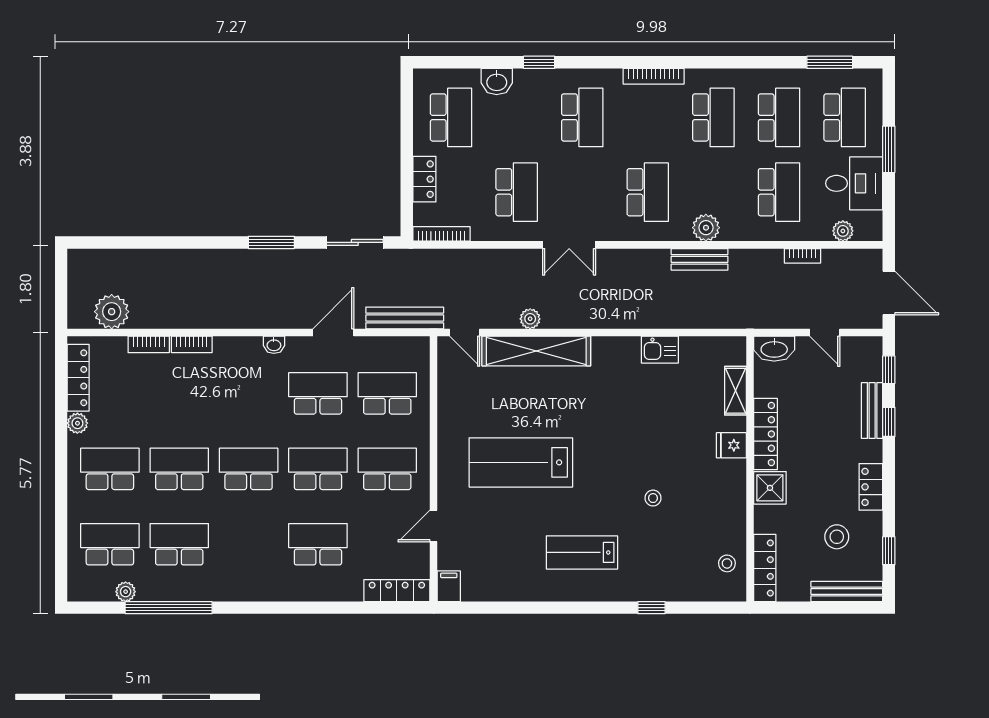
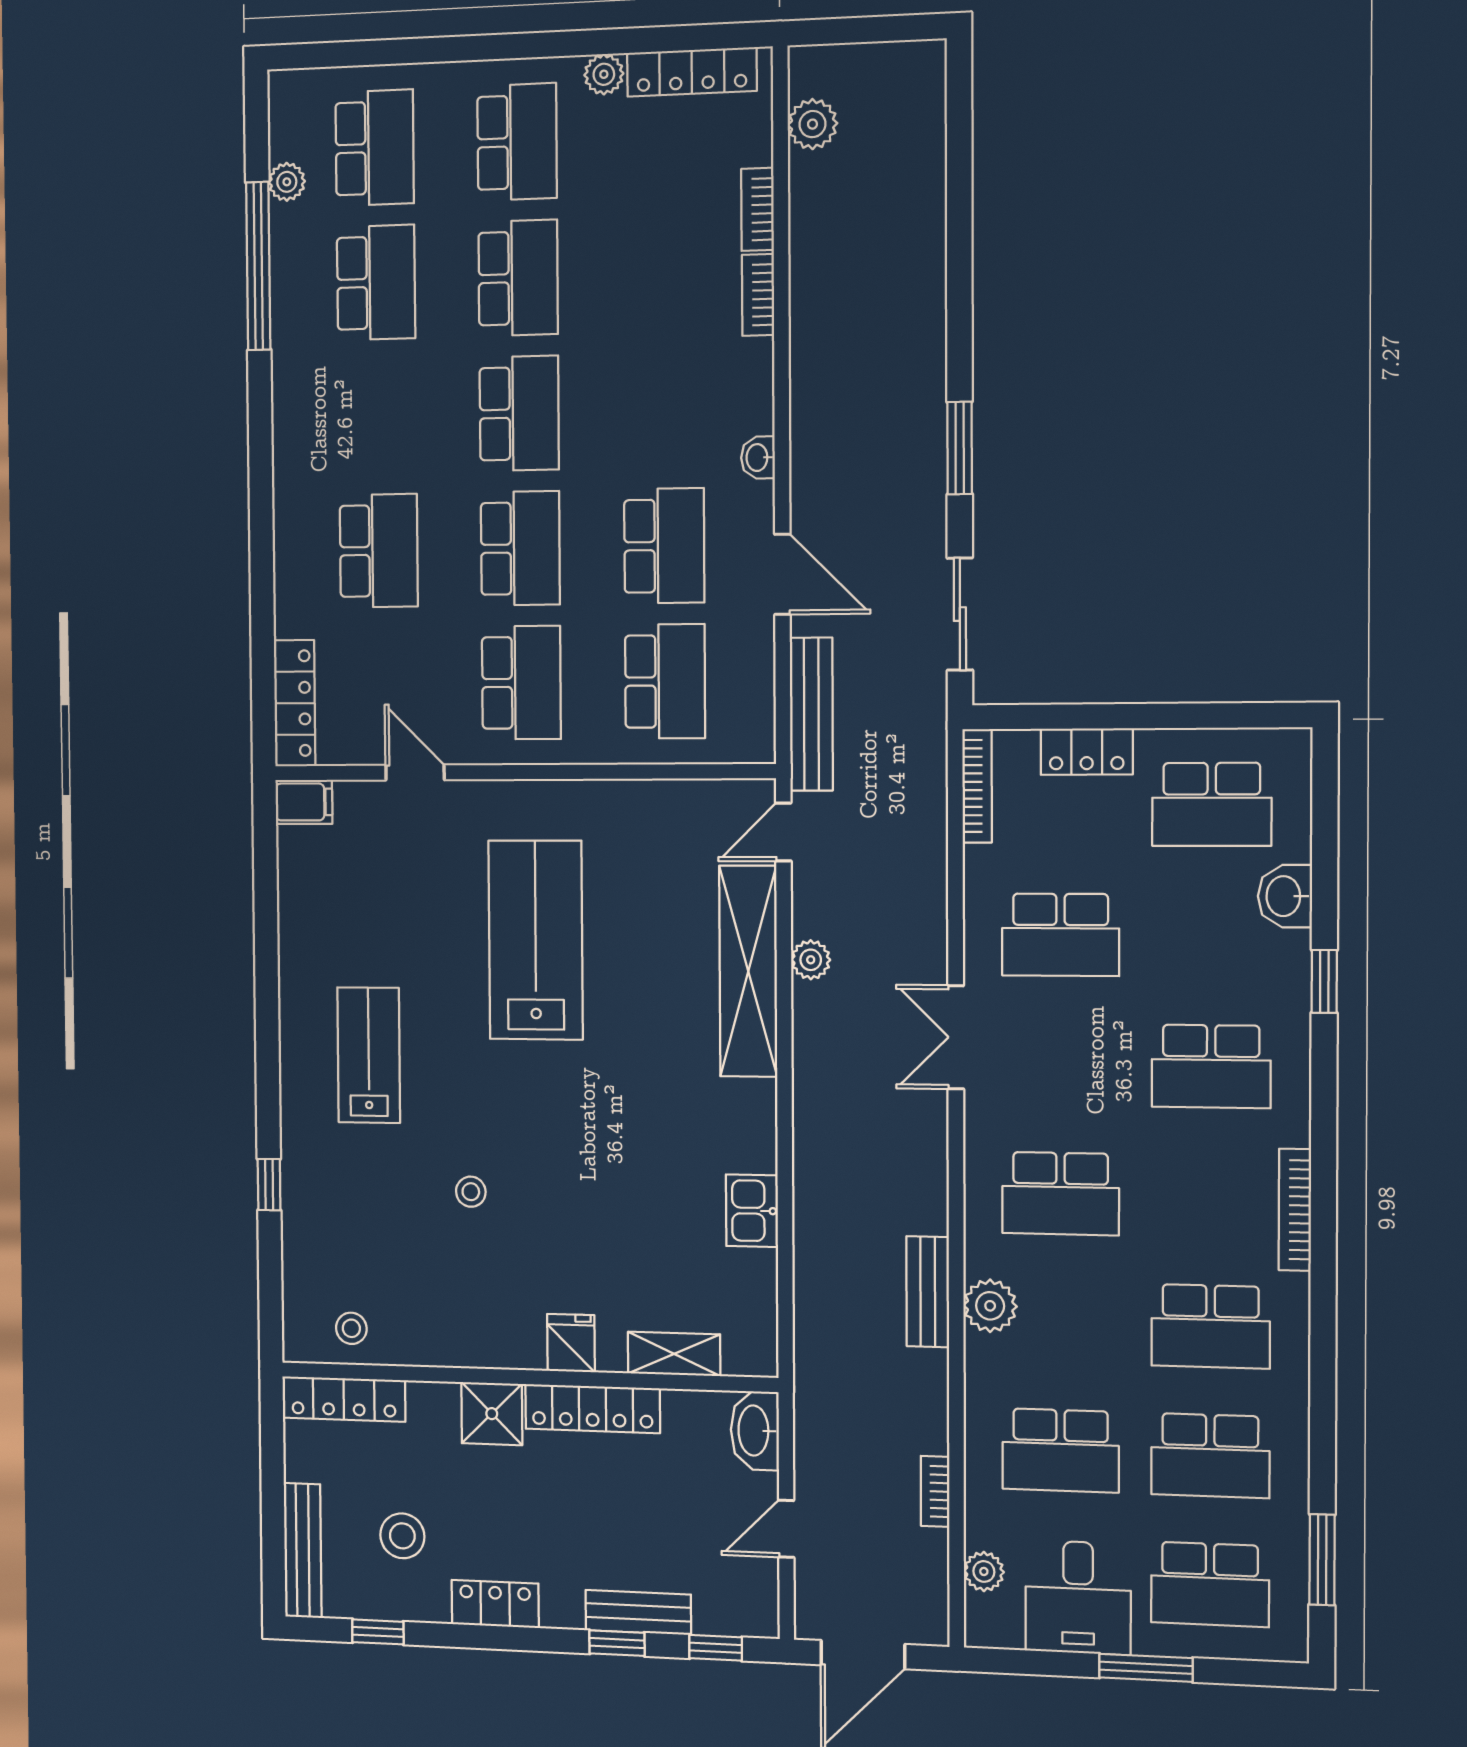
plant: (112, 312) -> (812, 124), width x0.73, depth x0.73

